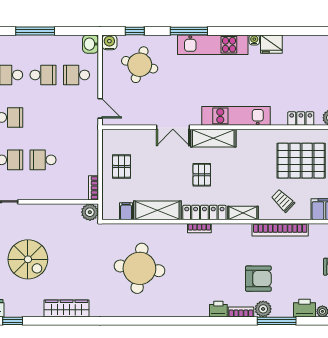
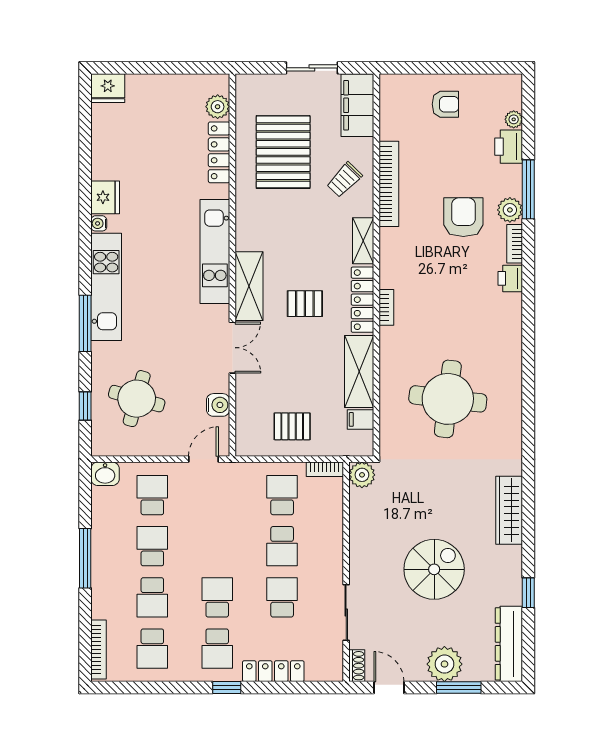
water cooler: (109, 42) -> (218, 405), moved, turned 180
school desk: (77, 75) -> (152, 495), turned 180
locker: (301, 119) -> (219, 152), width x1.53
school desk: (77, 160) -> (282, 495), added

